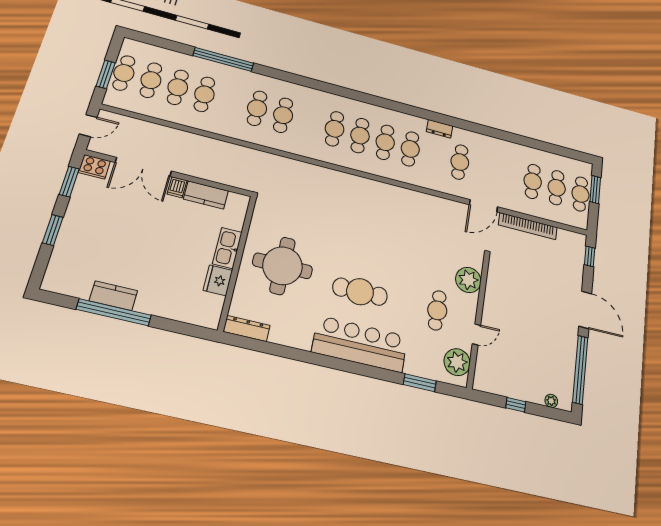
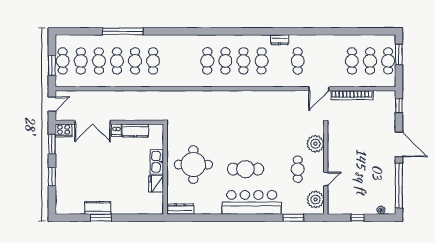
cafe table: (283, 115) -> (135, 61), moved
window: (114, 312) -> (101, 218), width x0.47

